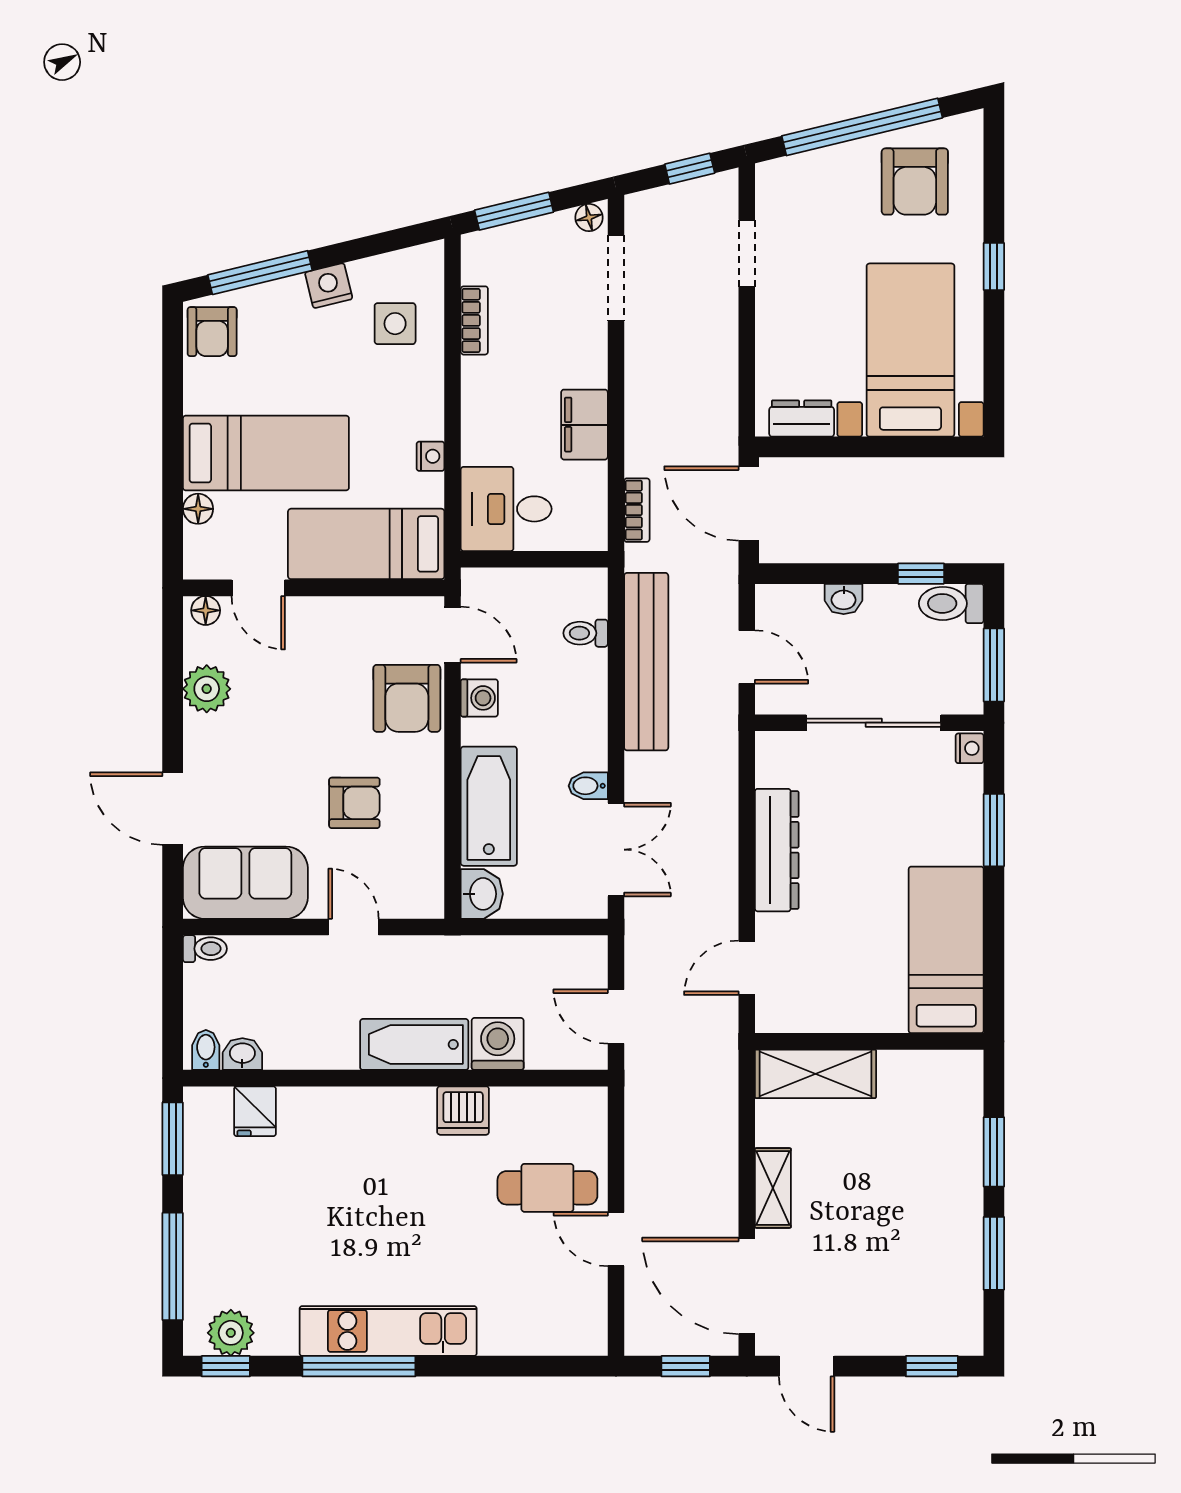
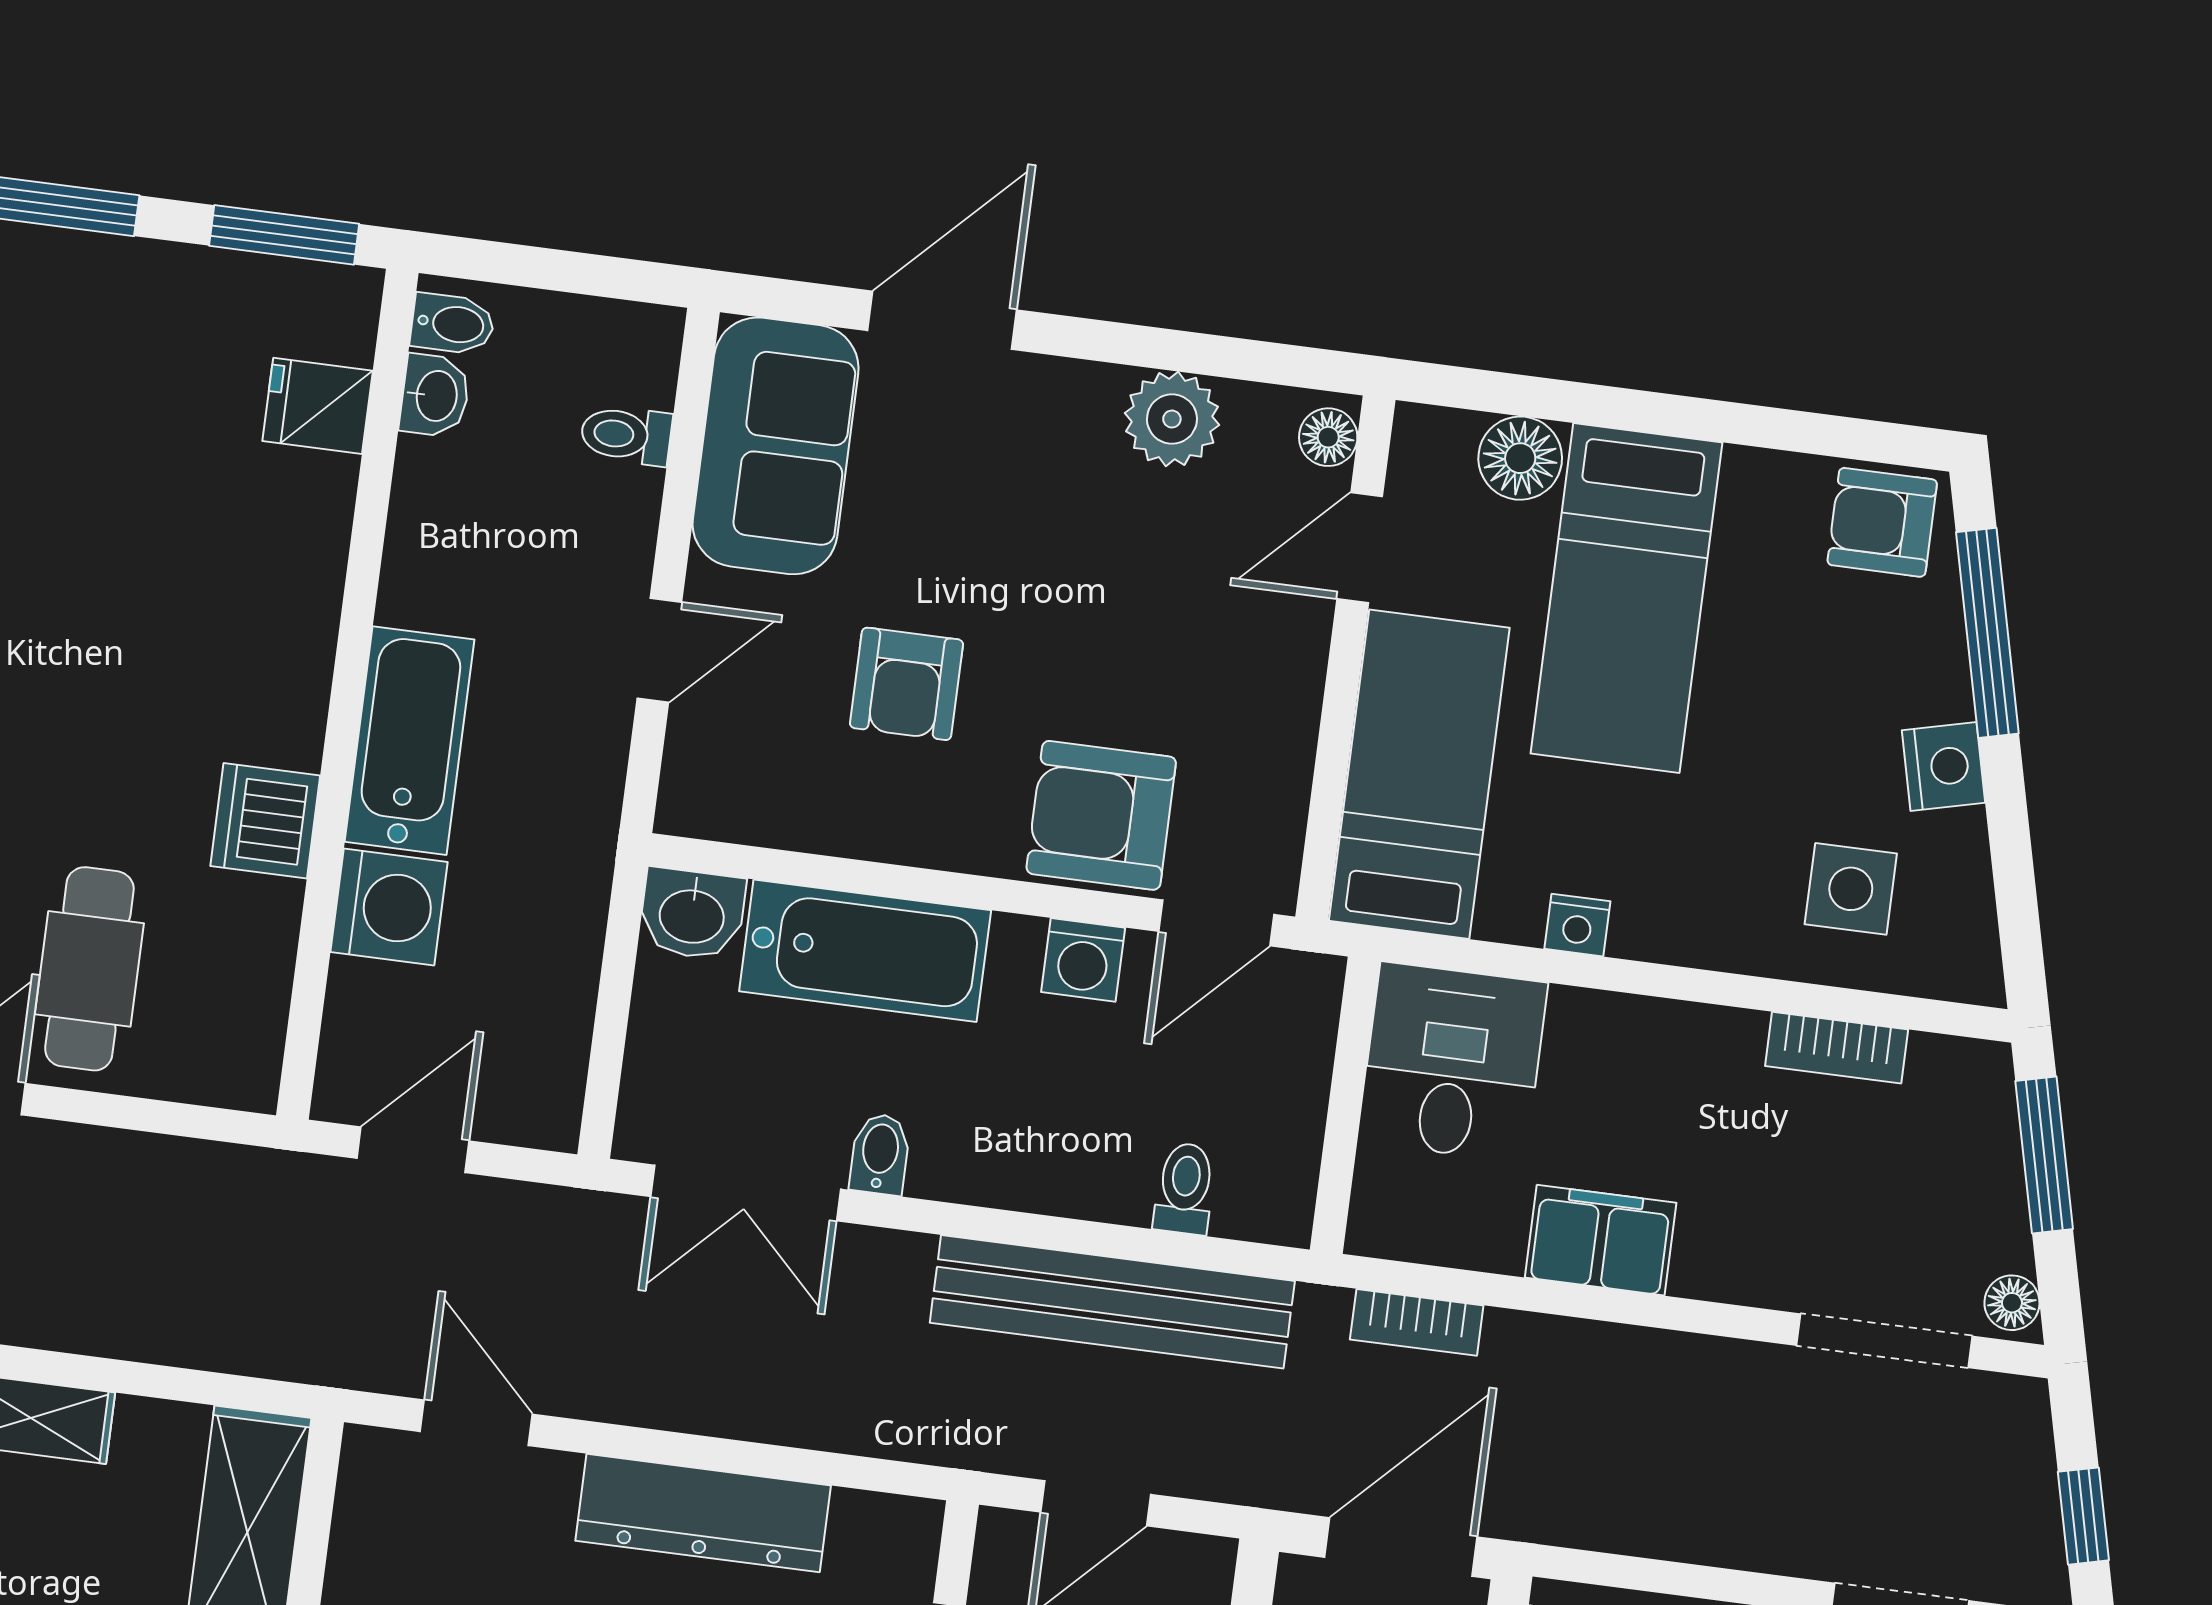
floor lamp: (198, 509) -> (1520, 458), width x1.37, depth x1.37
toilet: (205, 949) -> (626, 435), moved, turned 90

